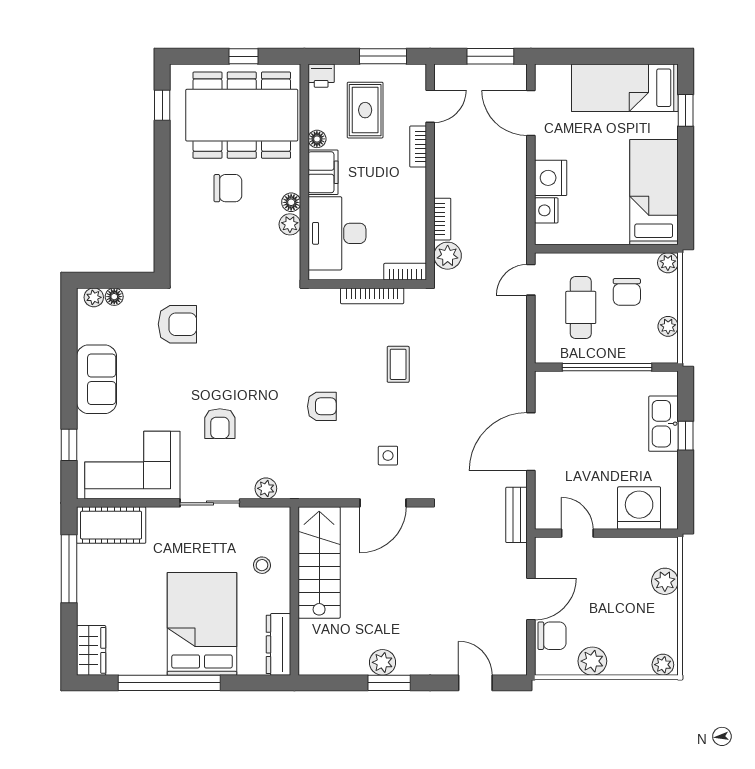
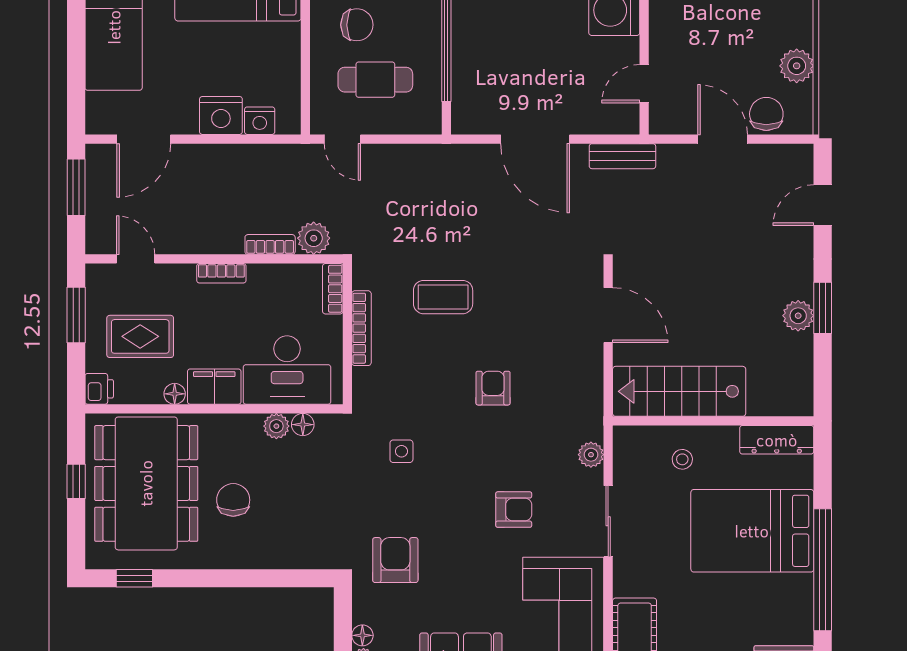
bookcase: (418, 147) -> (221, 273), moved
floor lamp: (291, 202) -> (303, 425), moved
coffee table: (398, 364) -> (443, 297), width x1.36, depth x1.30
side table: (388, 456) -> (401, 451), moved

